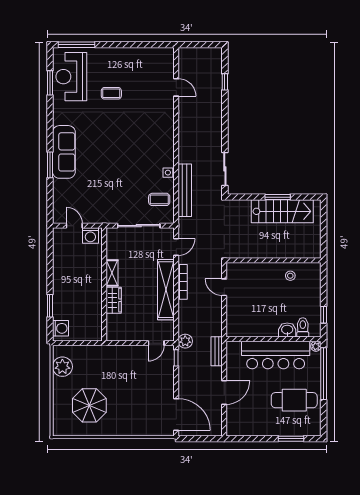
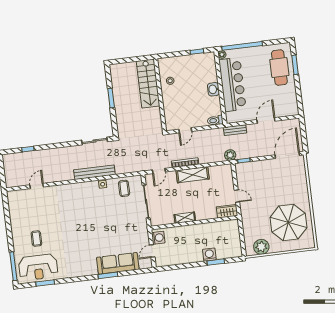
coffee table: (111, 93) -> (36, 239), moved
sofa: (64, 152) -> (118, 263), moved
bench: (185, 190) -> (94, 172), moved
stairs: (282, 211) -> (148, 84), moved, turned 180
door: (176, 247) -> (159, 171), swing flipped
shelving: (166, 290) -> (193, 175), width x0.68
wardrobe: (114, 300) -> (227, 211), moved
toilet: (303, 327) -> (215, 120), moved
washing machine: (61, 328) -> (209, 255), moved
washbasin: (287, 330) -> (213, 89), moved
door: (156, 343) -> (237, 196), moved
door: (224, 393) -> (266, 120), hinge flipped
cafe table: (294, 400) -> (279, 67), moved
parasol: (89, 405) -> (288, 223), width x1.36, depth x1.36

